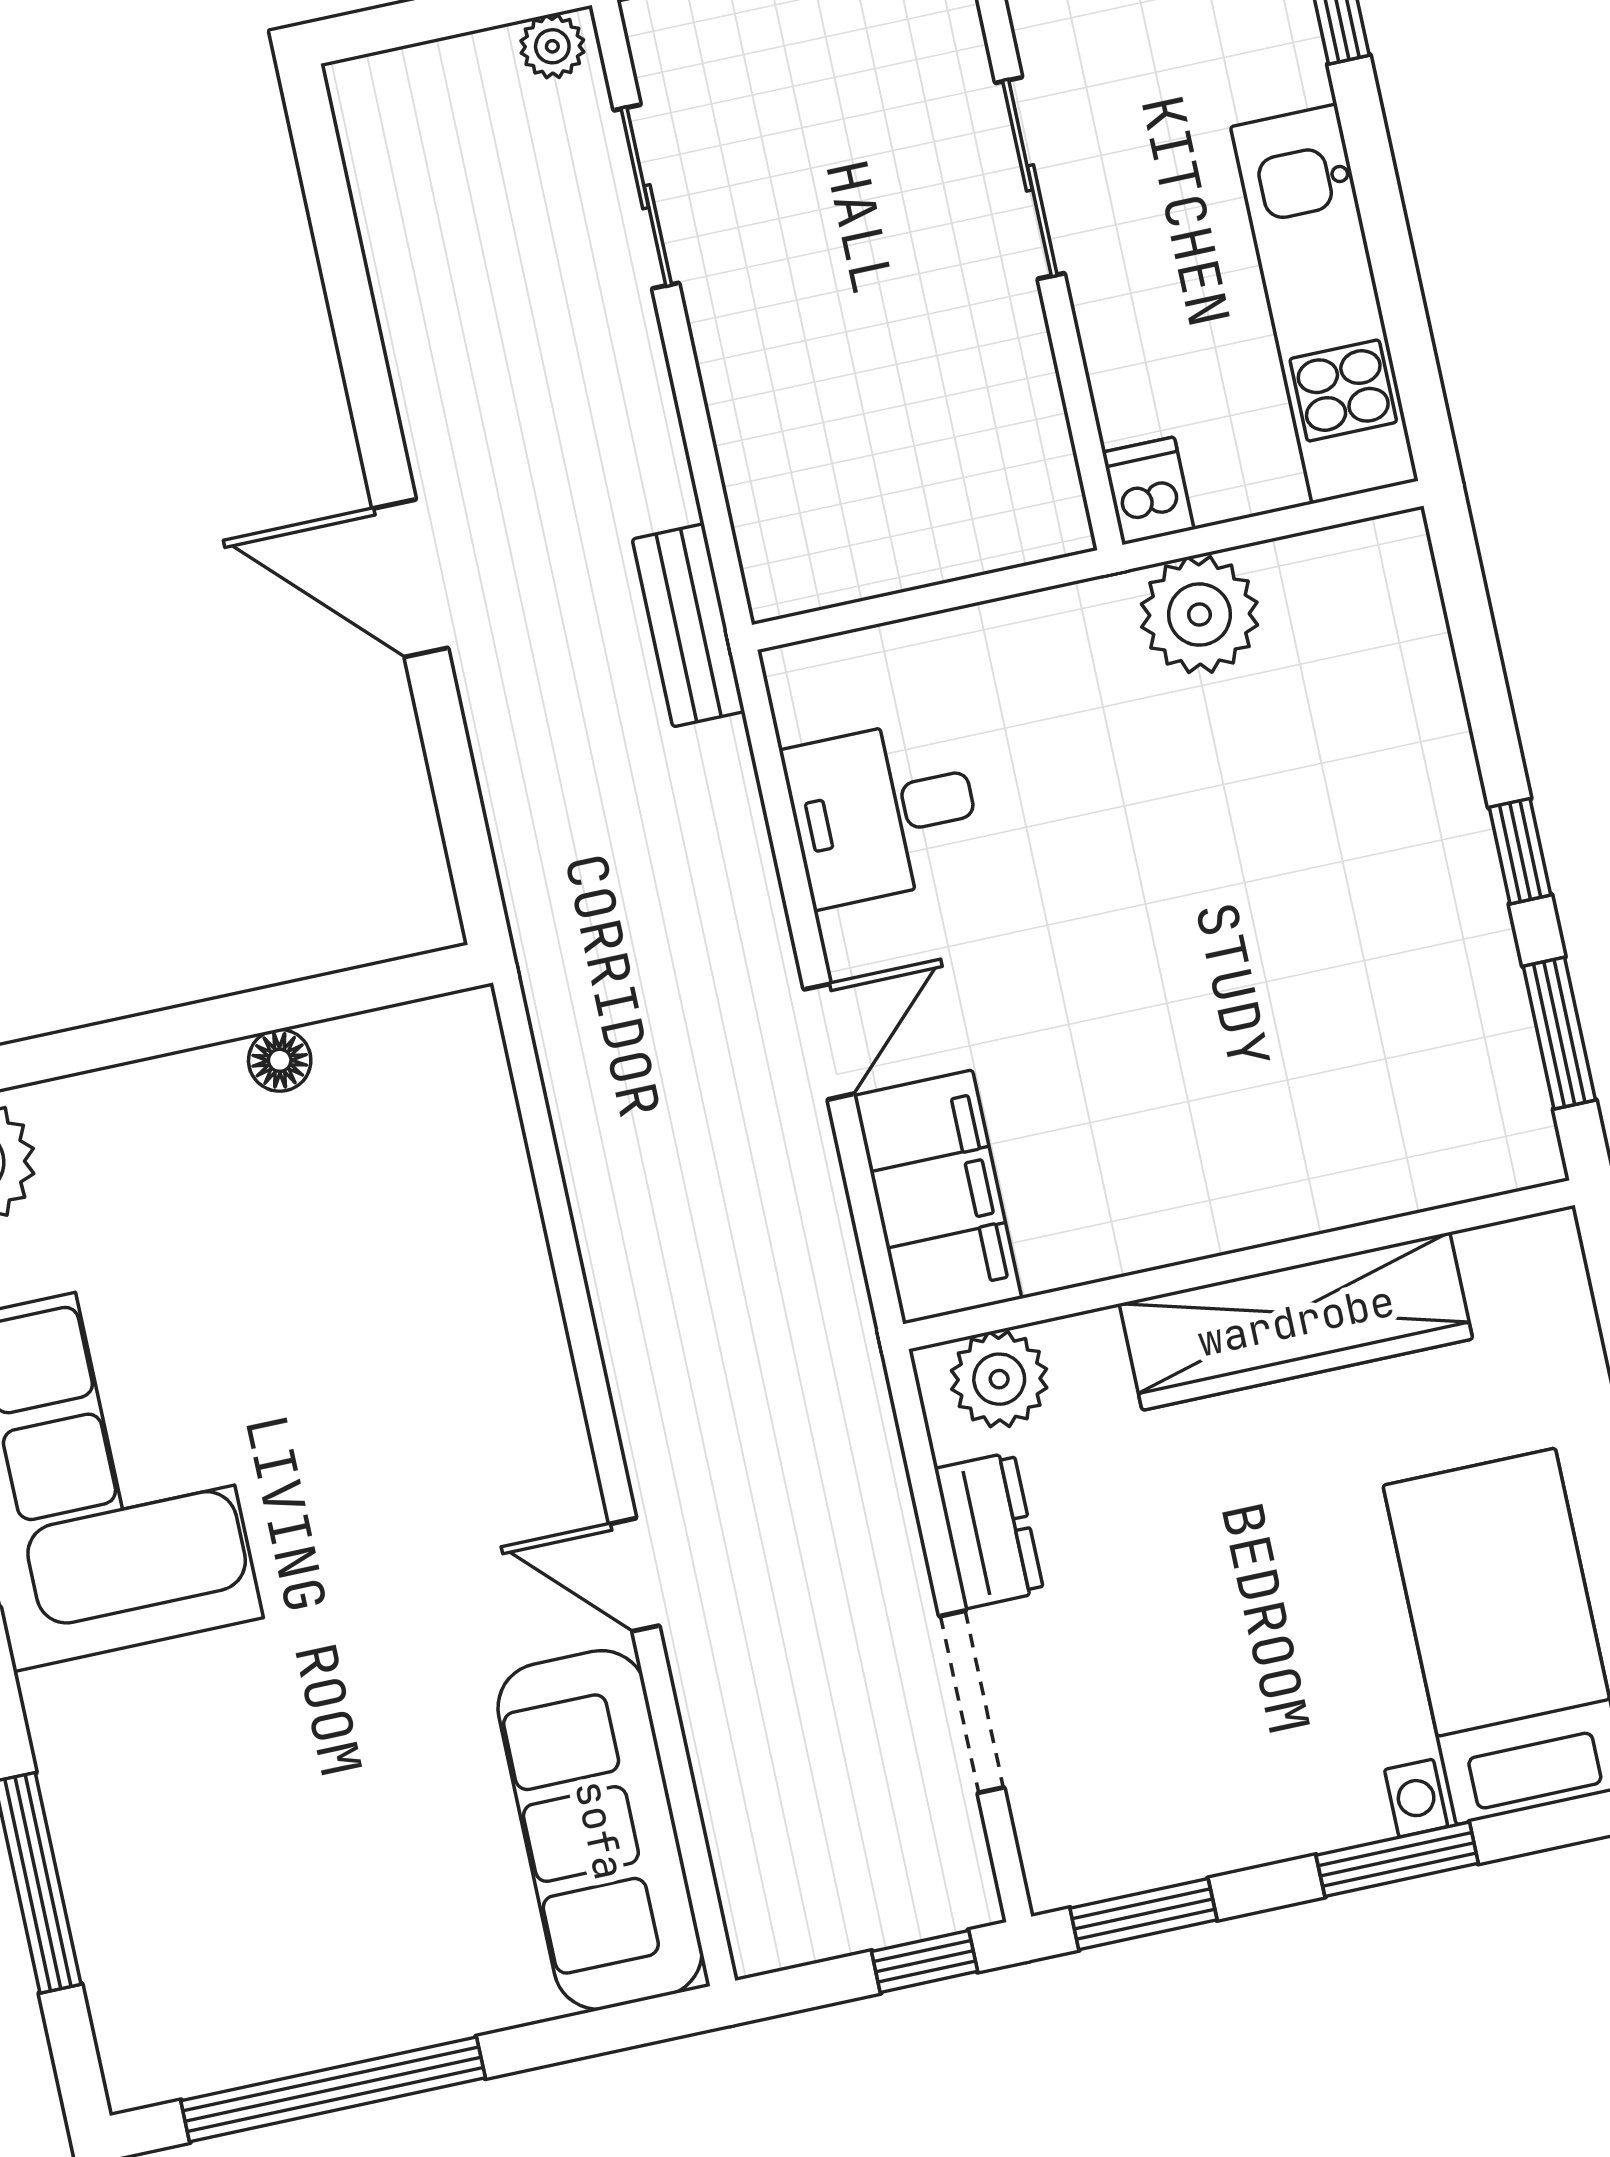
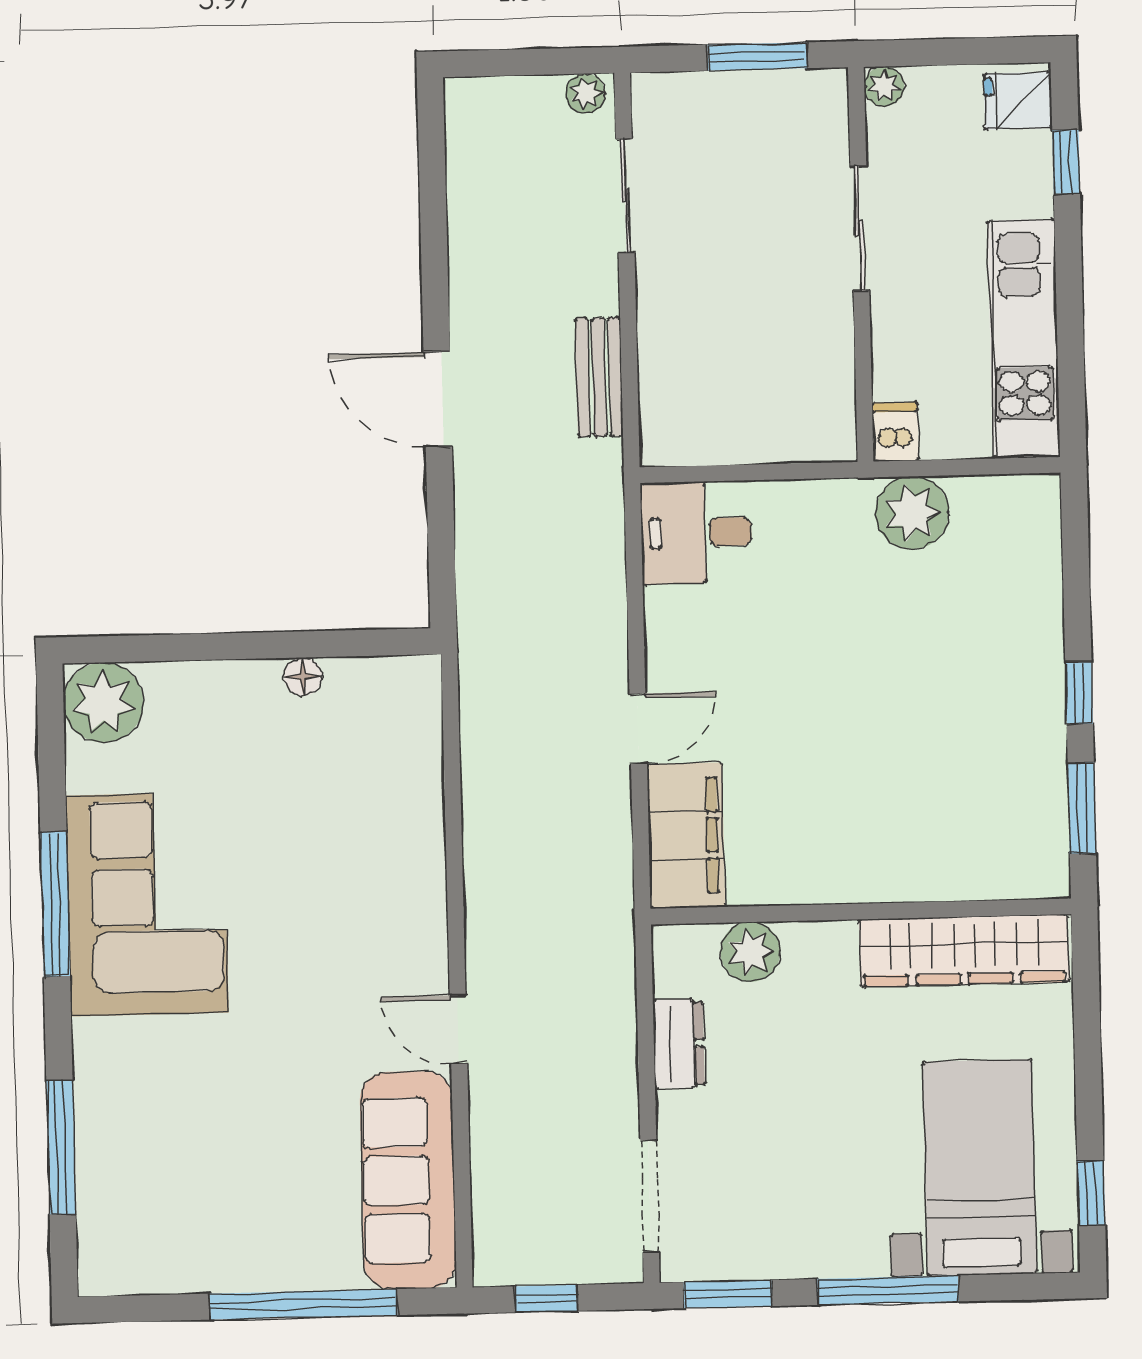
bench: (689, 625) -> (599, 377), moved
desk: (883, 812) -> (696, 533), moved
wardrobe: (1296, 1321) -> (964, 951), moved
plant: (999, 1379) -> (750, 952), moved
doorway: (972, 1702) -> (650, 1197), moved
window: (1397, 1859) -> (888, 1290), width x1.44
window: (925, 1961) -> (546, 1299), moved
window: (333, 2089) -> (304, 1304), moved

